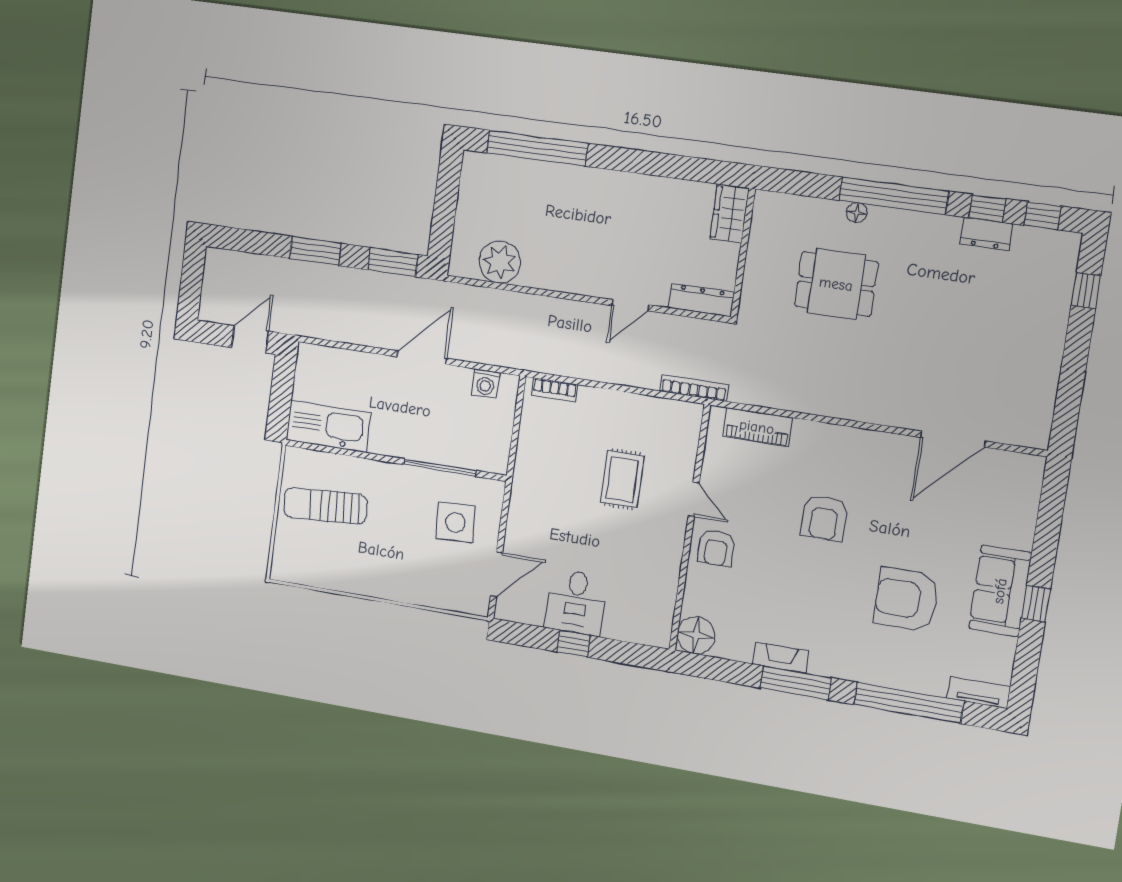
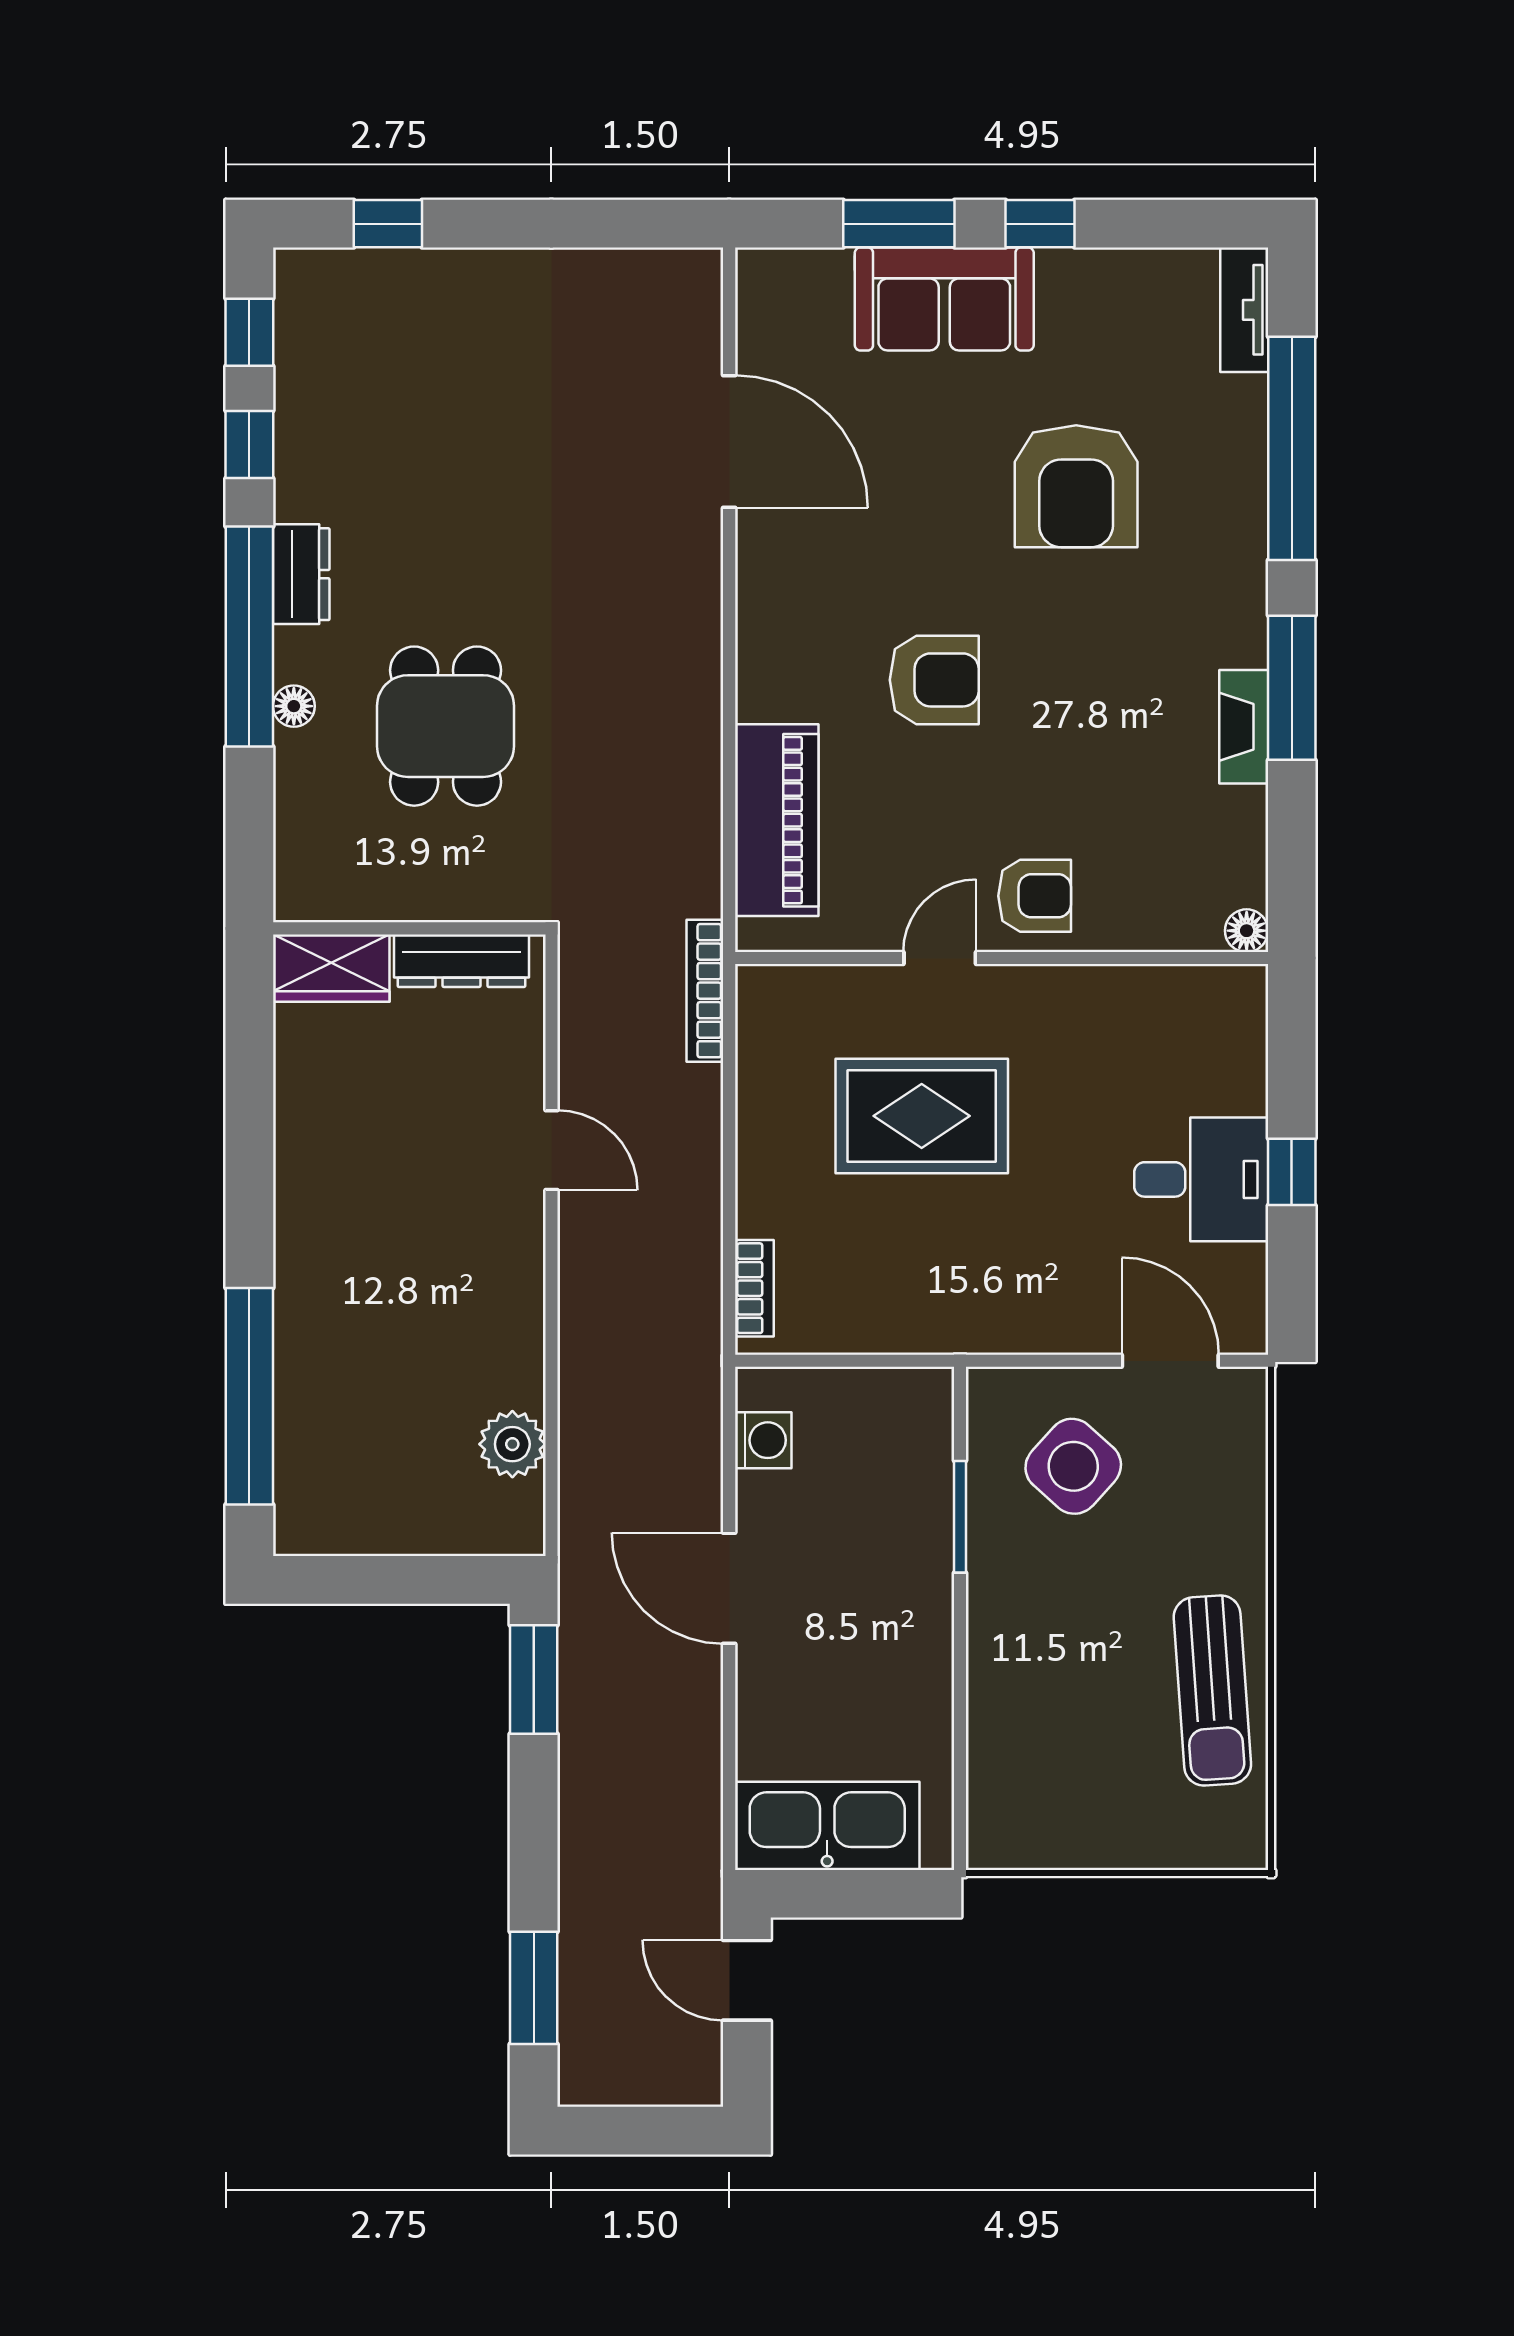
dresser: (986, 234) -> (301, 574), moved
window: (315, 251) -> (534, 1988), moved
plant: (500, 262) -> (512, 1444), width x0.73, depth x0.73
dresser: (701, 300) -> (461, 961), moved, turned -90
kitchen sink: (328, 426) -> (827, 1826), moved, turned 90
piano: (757, 427) -> (777, 820), width x1.37, depth x1.33
window: (440, 468) -> (960, 1517), width x0.69
rug: (622, 479) -> (922, 1116), width x1.36, depth x1.43
sun lounger: (325, 506) -> (1212, 1691), moved
side table: (455, 522) -> (1073, 1466), turned 45
window: (1047, 537) -> (899, 224), added
sofa: (1000, 591) -> (944, 299), moved
floor lamp: (696, 635) -> (1247, 931), width x0.53, depth x0.53

